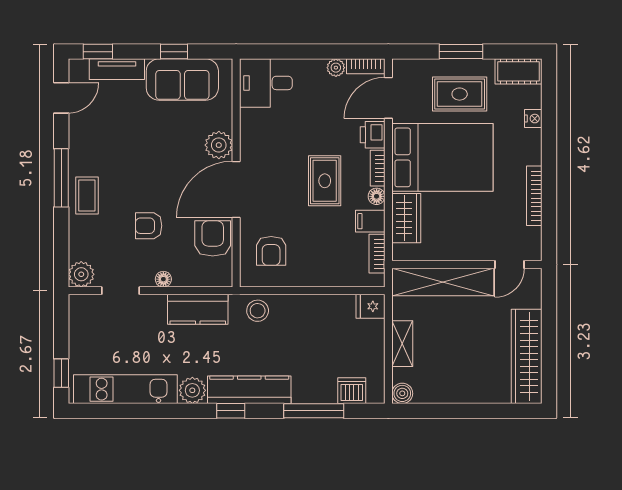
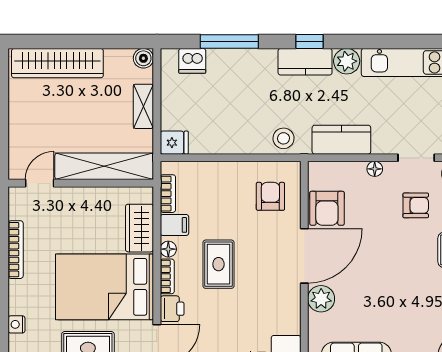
armchair: (149, 226) -> (416, 205), moved
wardrobe: (527, 356) -> (57, 63), moved, turned 90
kitchen counter: (249, 390) -> (305, 62), width x0.67

